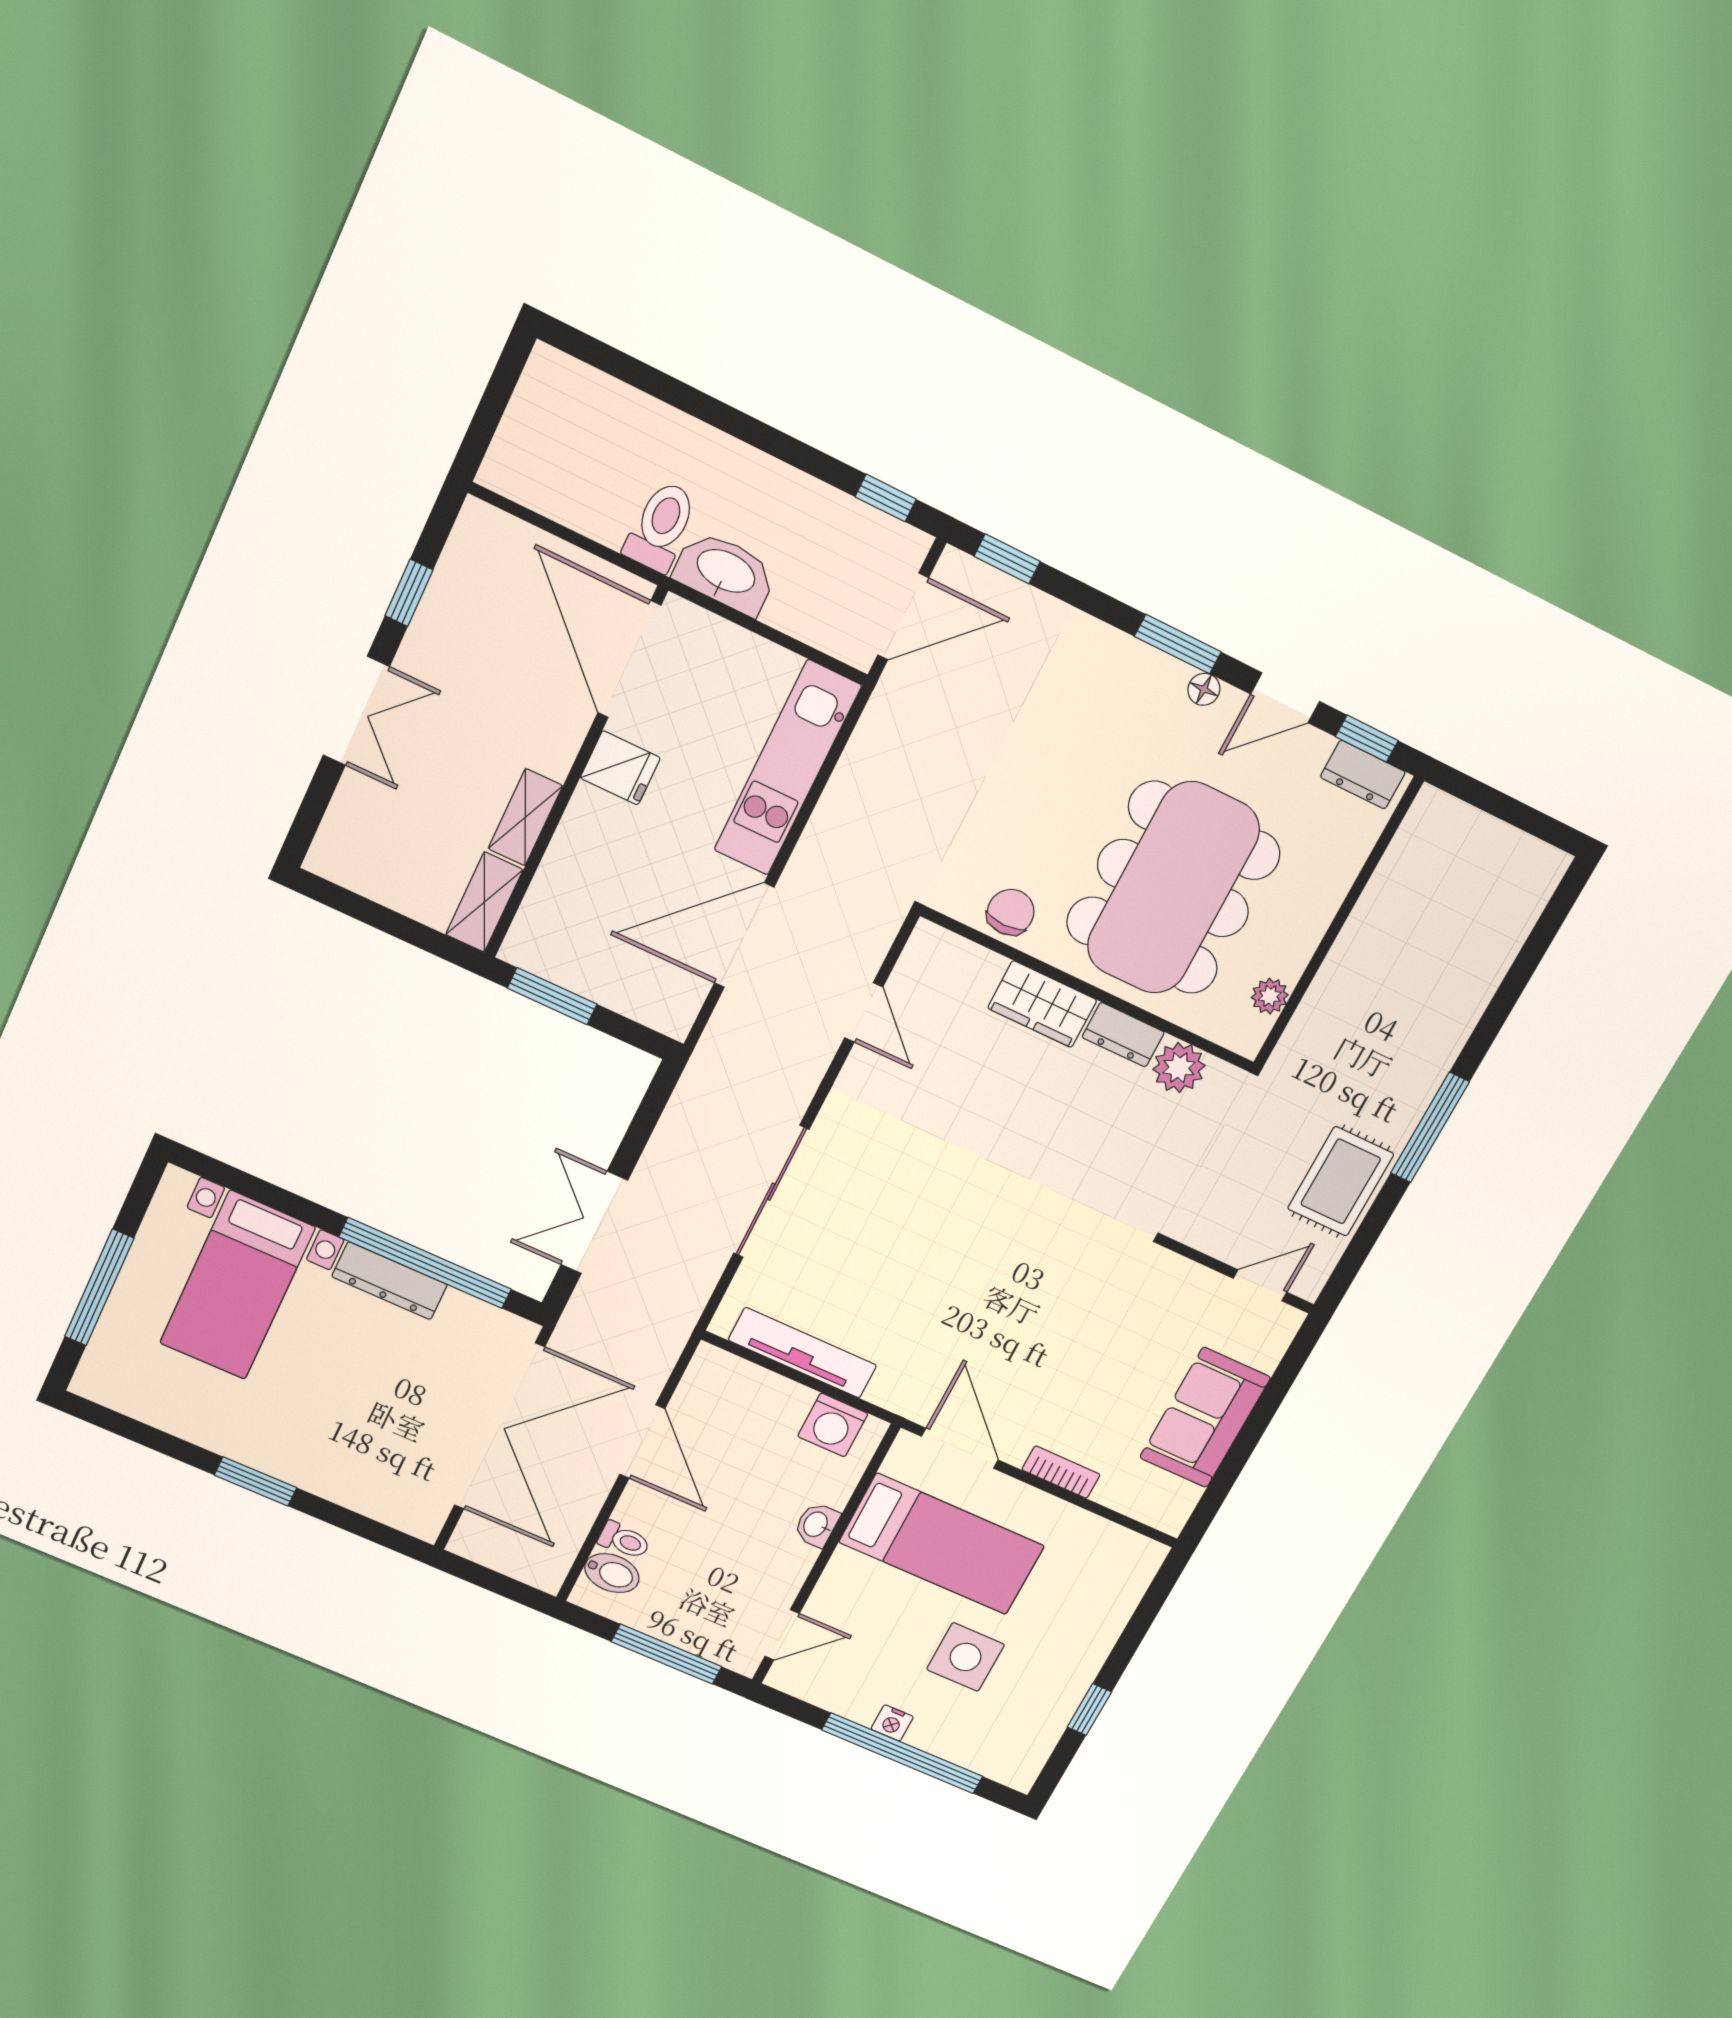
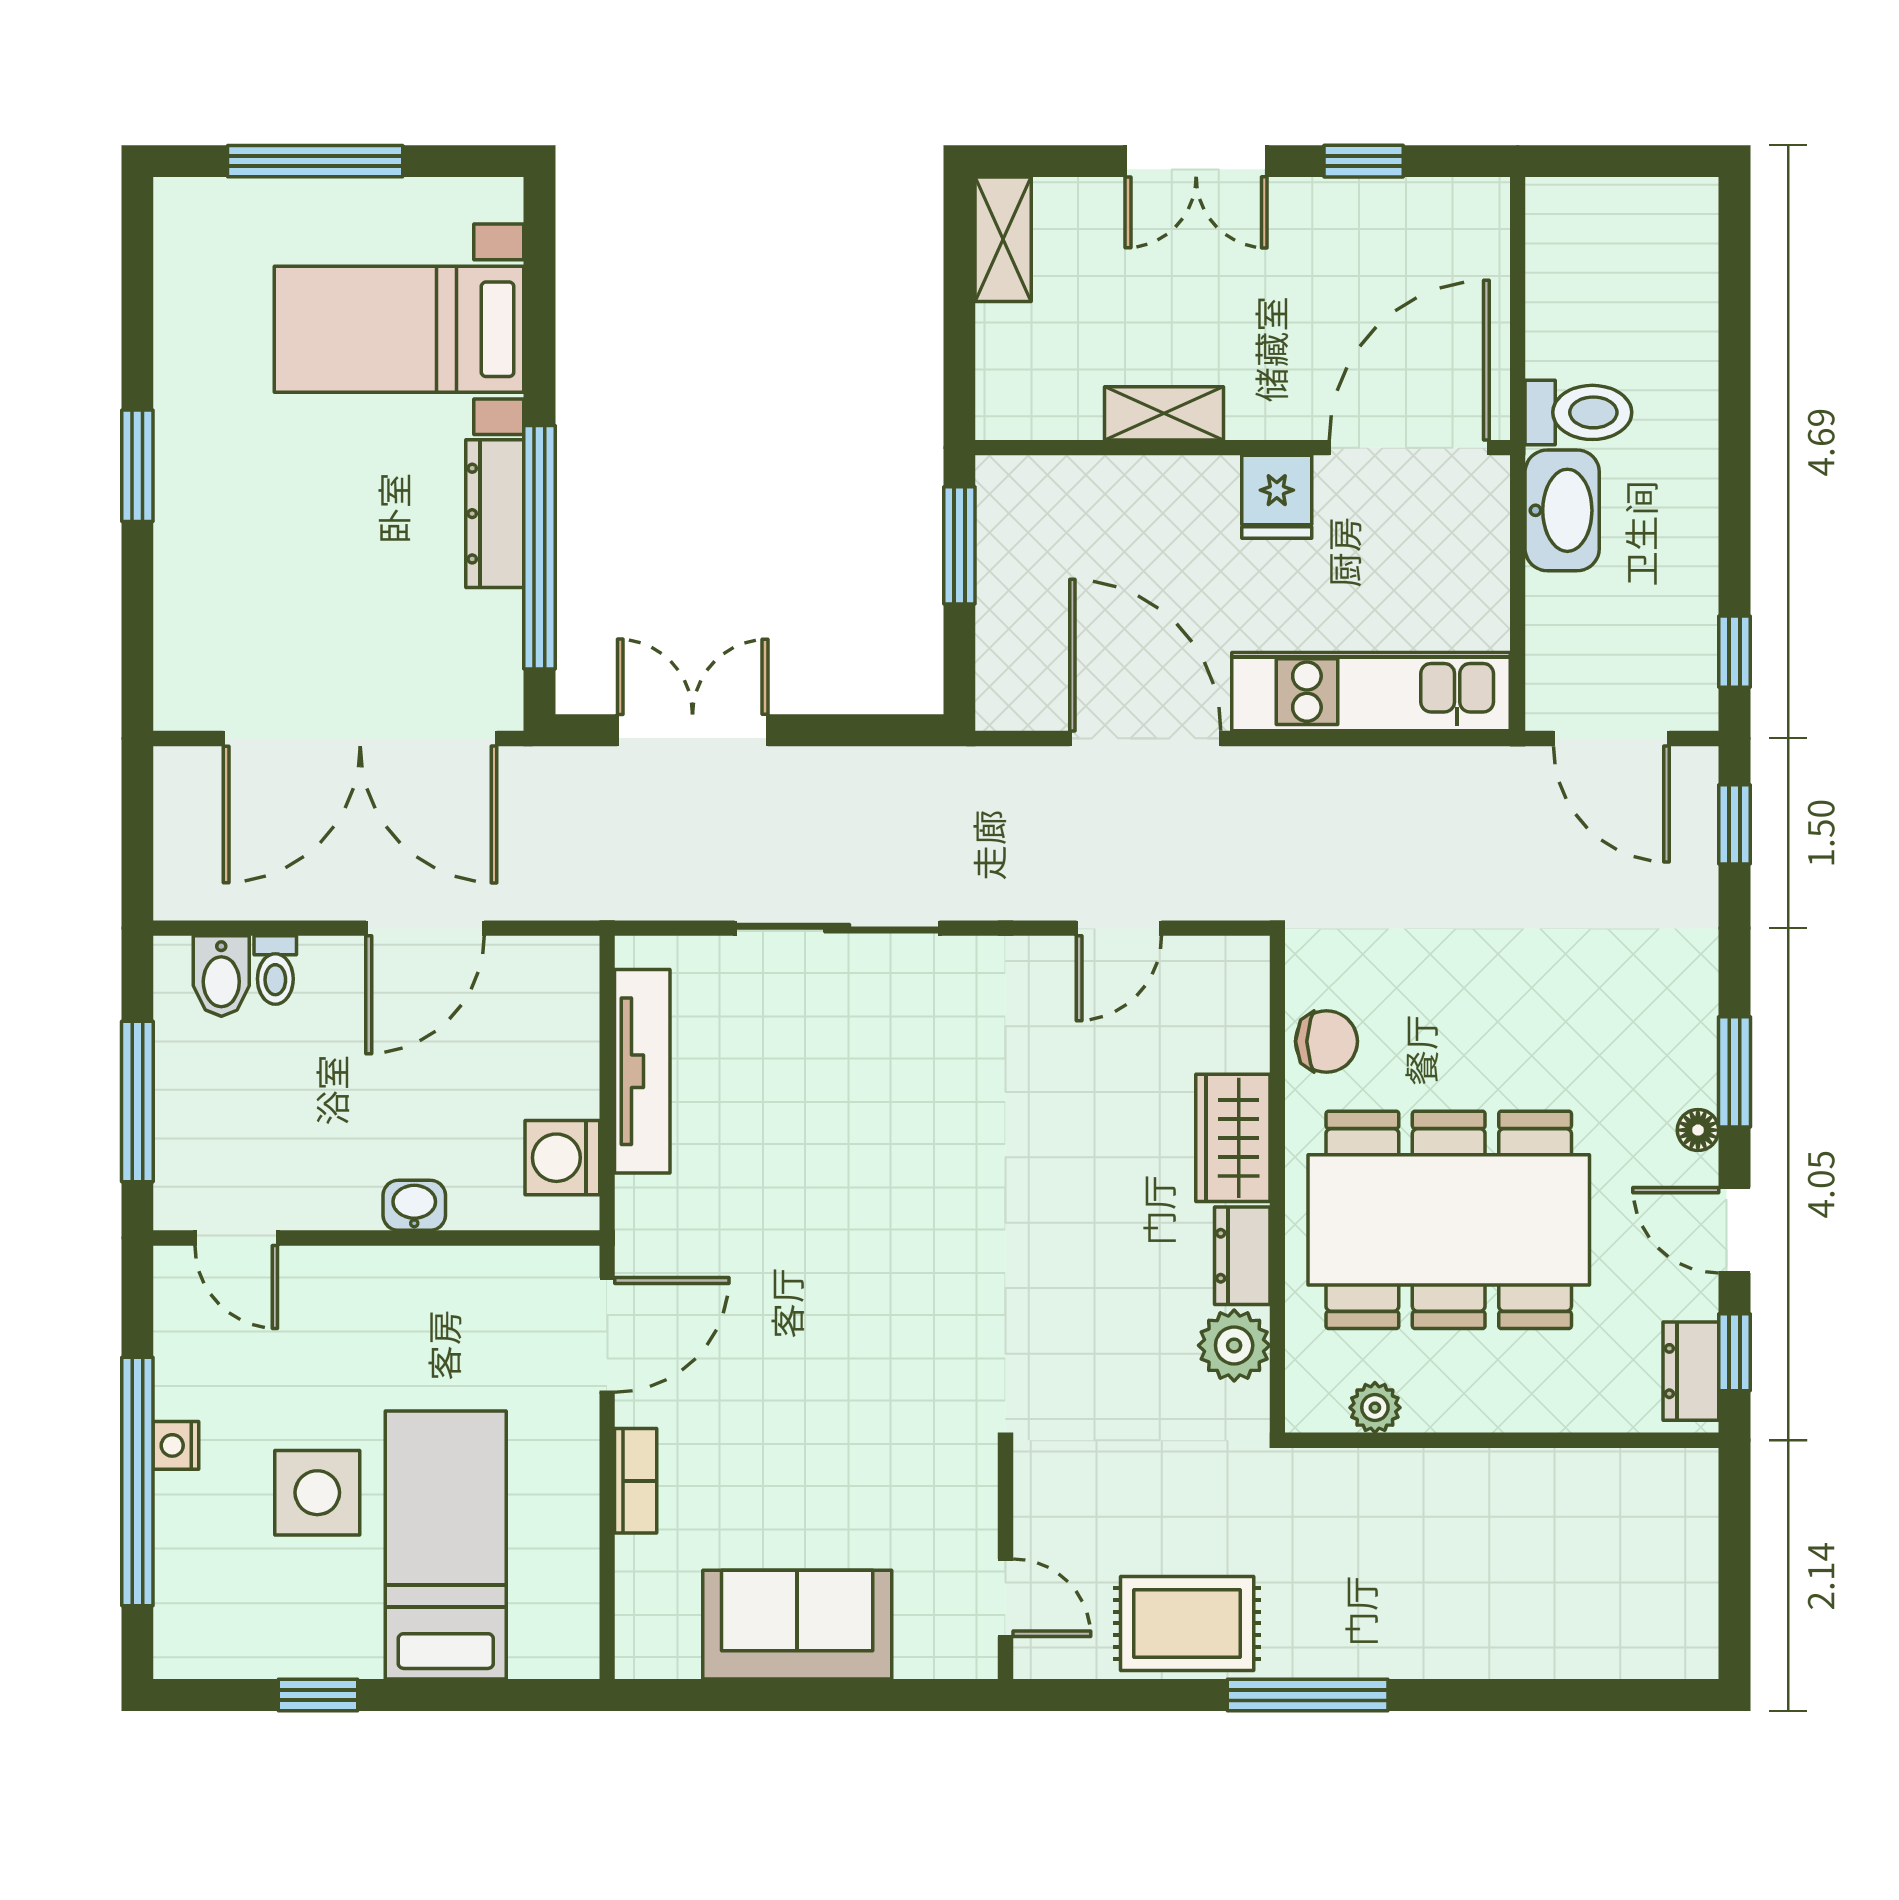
shelving: (484, 902) -> (1003, 239), moved, turned 90
bed: (942, 1544) -> (446, 1545), moved, turned 180

